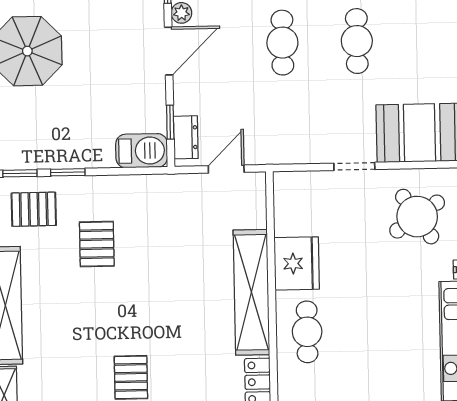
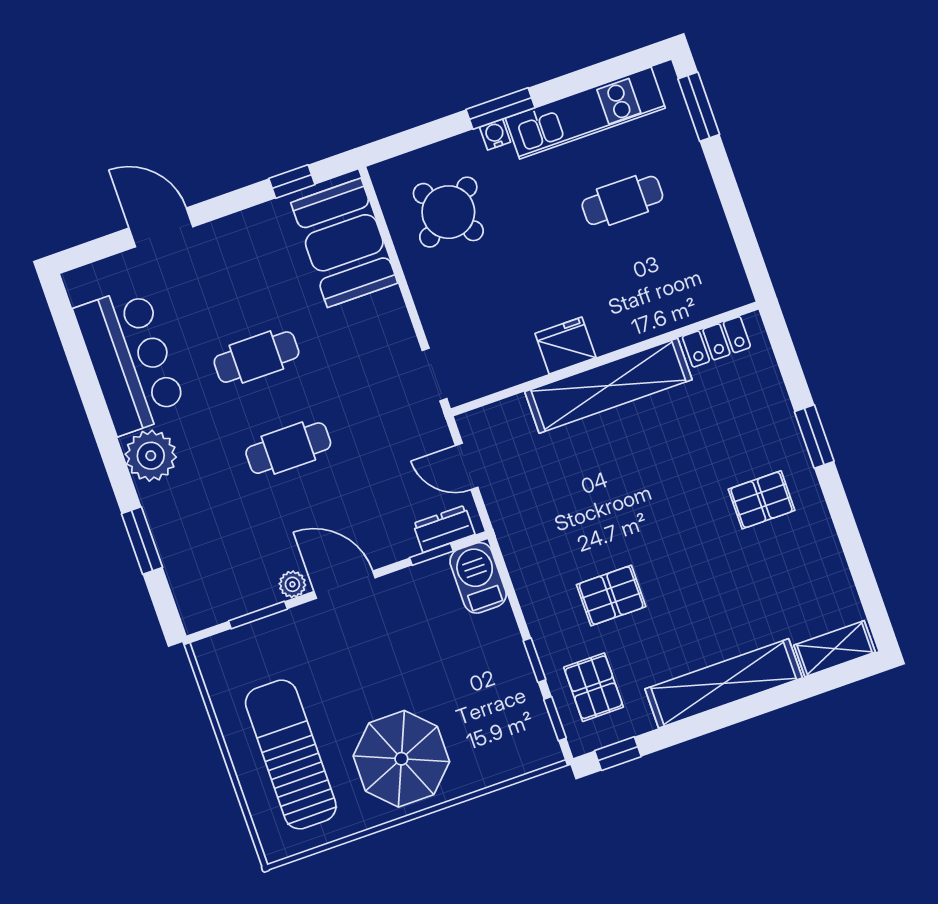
doorway: (354, 166) -> (435, 375), moved
fridge: (297, 263) -> (566, 345), width x0.73, depth x0.75
cafe table: (307, 332) -> (622, 200), moved

